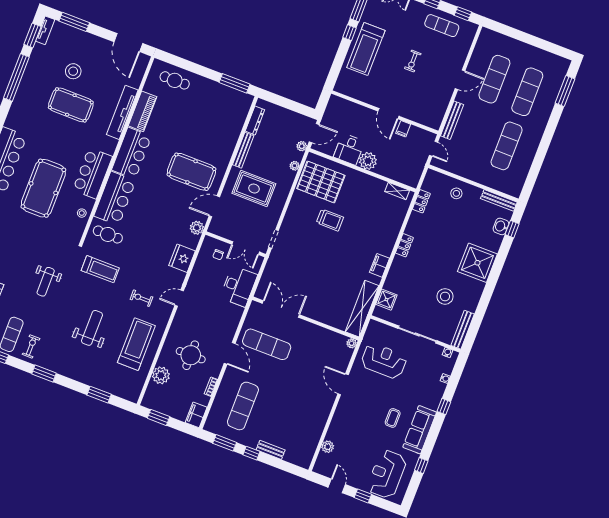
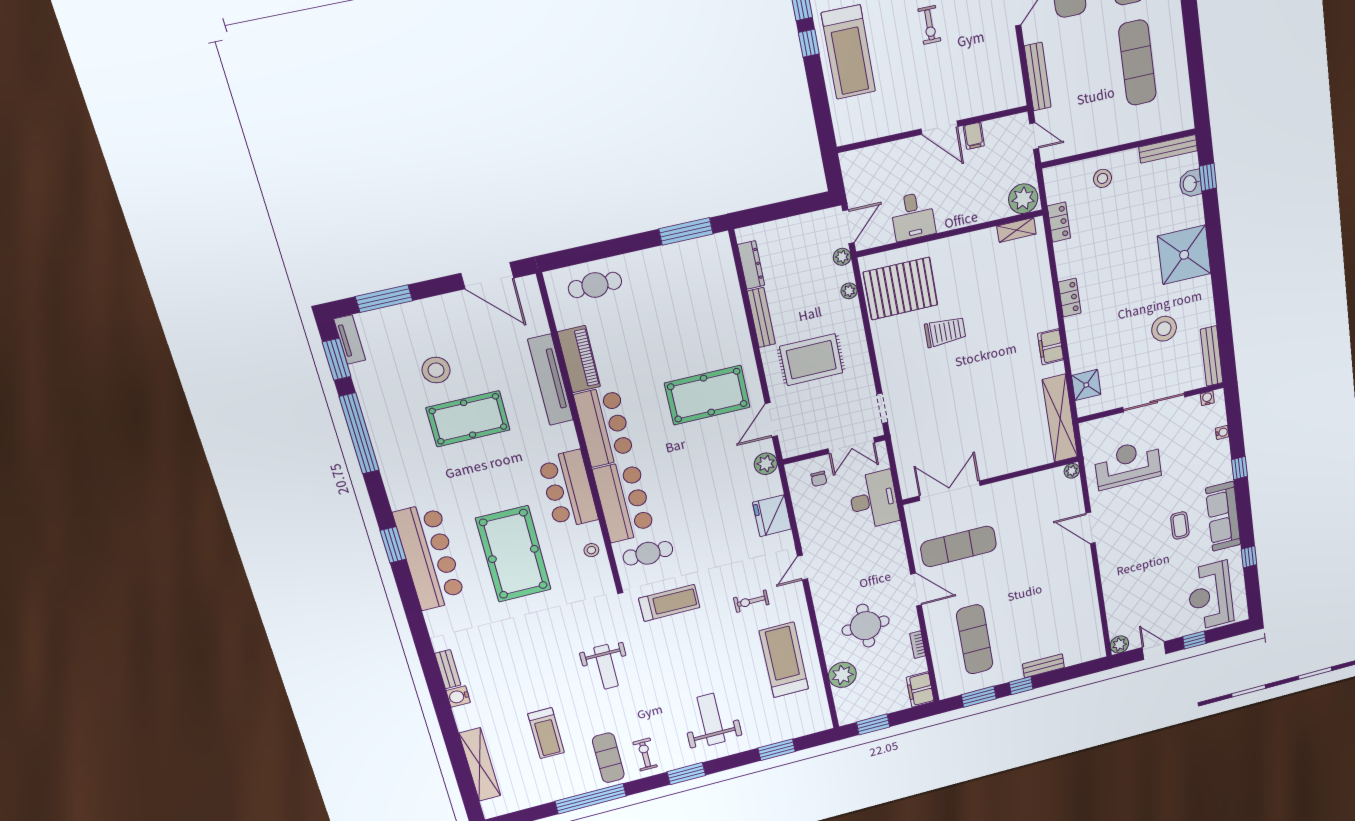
plant: (368, 161) -> (1023, 199), moved
weight bench: (92, 328) -> (711, 719), moved
plant: (328, 447) -> (1119, 644), moved

